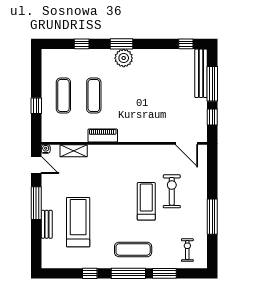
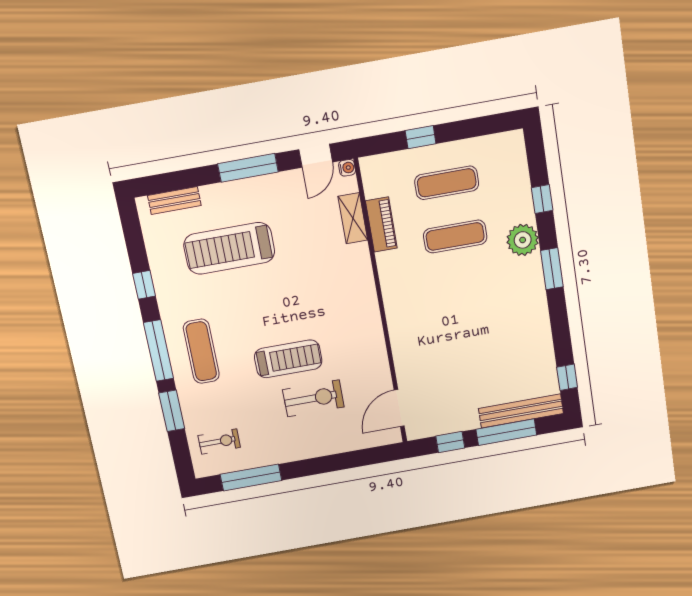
plant: (124, 58) -> (523, 240), moved
piano: (103, 135) -> (381, 224), moved
window: (212, 217) -> (251, 477), moved
treadmill: (78, 222) -> (229, 248), turned 180
bench: (47, 224) -> (174, 200), moved

